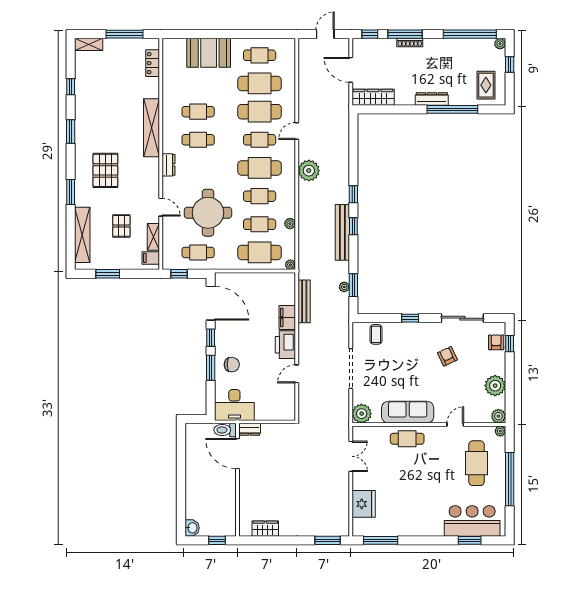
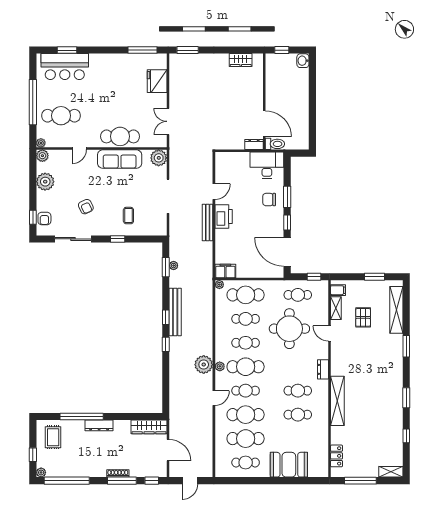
pallet: (105, 170) -> (377, 365), removed
plant: (290, 224) -> (220, 366), moved
bench: (304, 301) -> (208, 222), moved
filing cabinet: (287, 317) -> (225, 271), moved, turned -90
coffee table: (376, 334) -> (128, 216), moved
cafe table: (407, 439) -> (120, 136), width x1.37, depth x1.35
cafe table: (477, 463) -> (61, 116), turned 90

